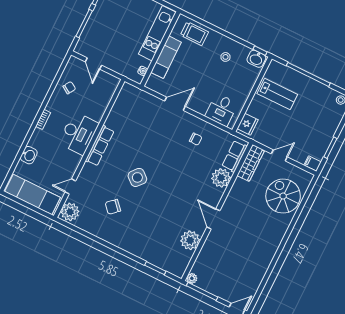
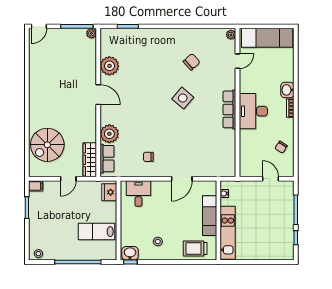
washbasin: (29, 155) -> (287, 90), moved
spiral stairs: (283, 196) -> (47, 145), turned 90
plant: (70, 212) -> (231, 35), width x0.53, depth x0.53

